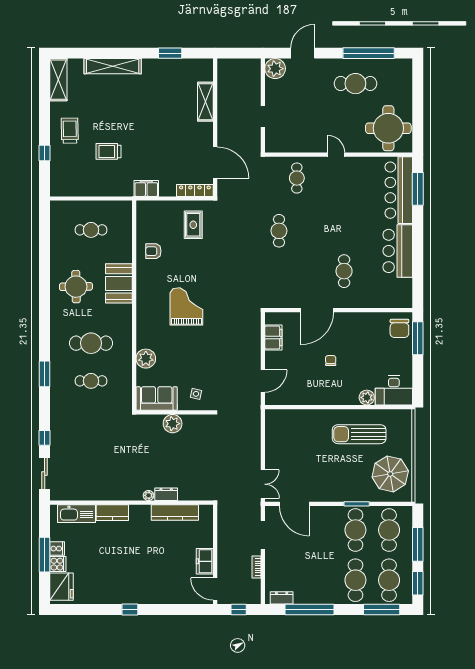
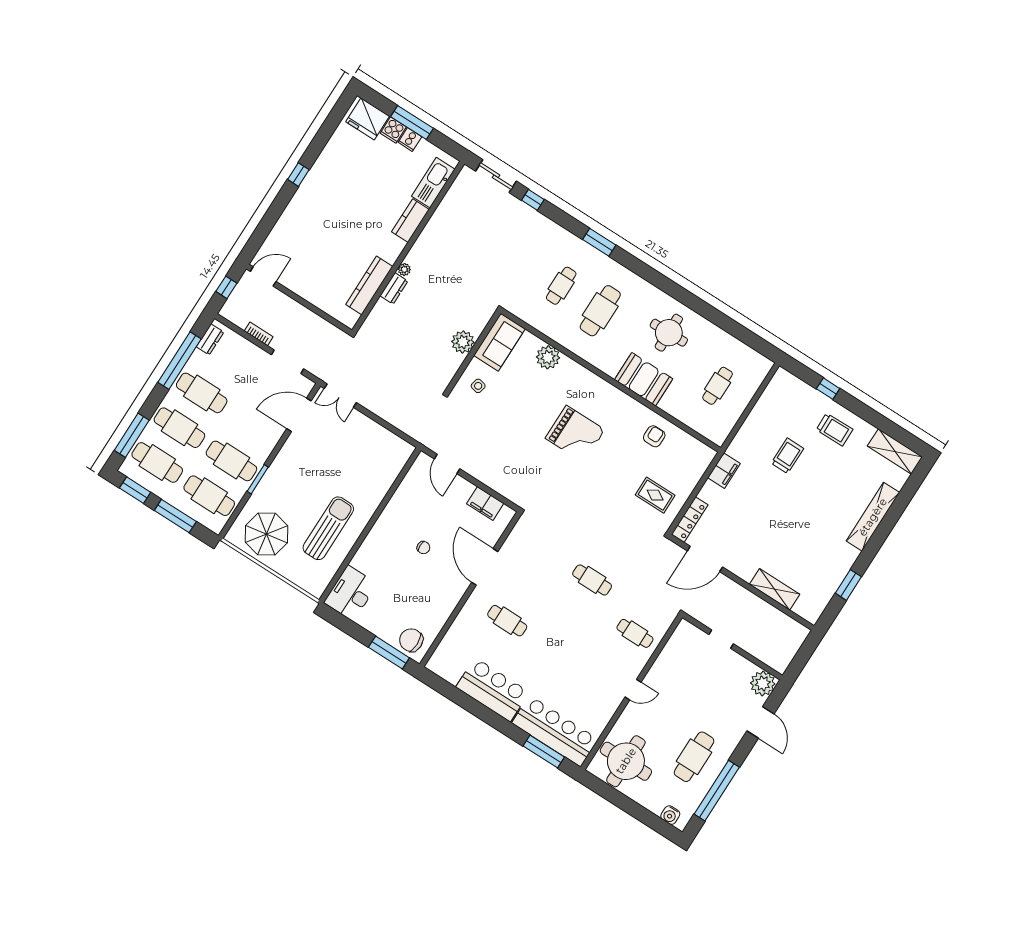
water cooler: (406, 74) -> (670, 815), added
plant: (367, 397) -> (361, 560), removed
freezer: (205, 561) -> (299, 284), removed
cafe table: (322, 580) -> (202, 393), added

